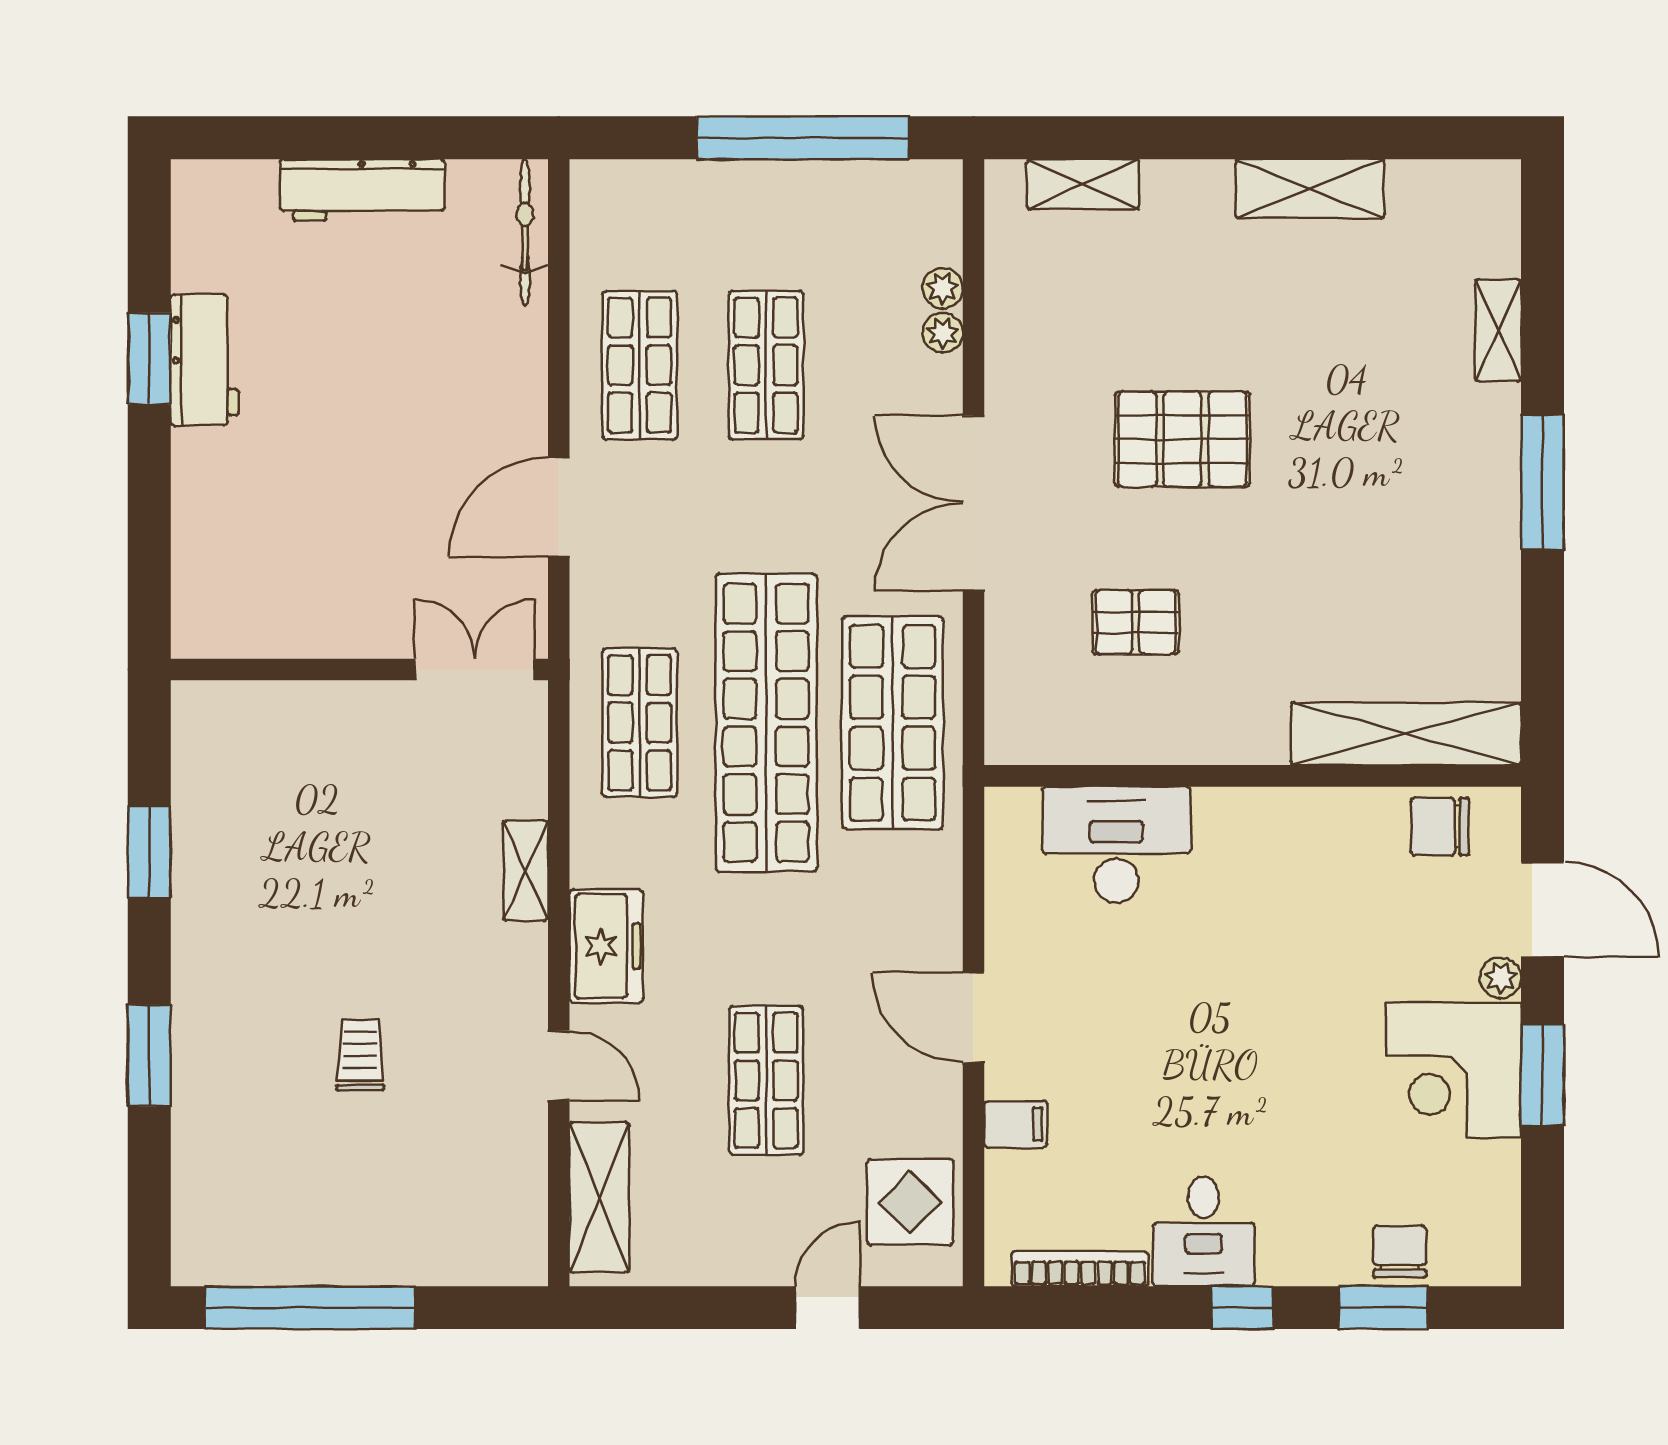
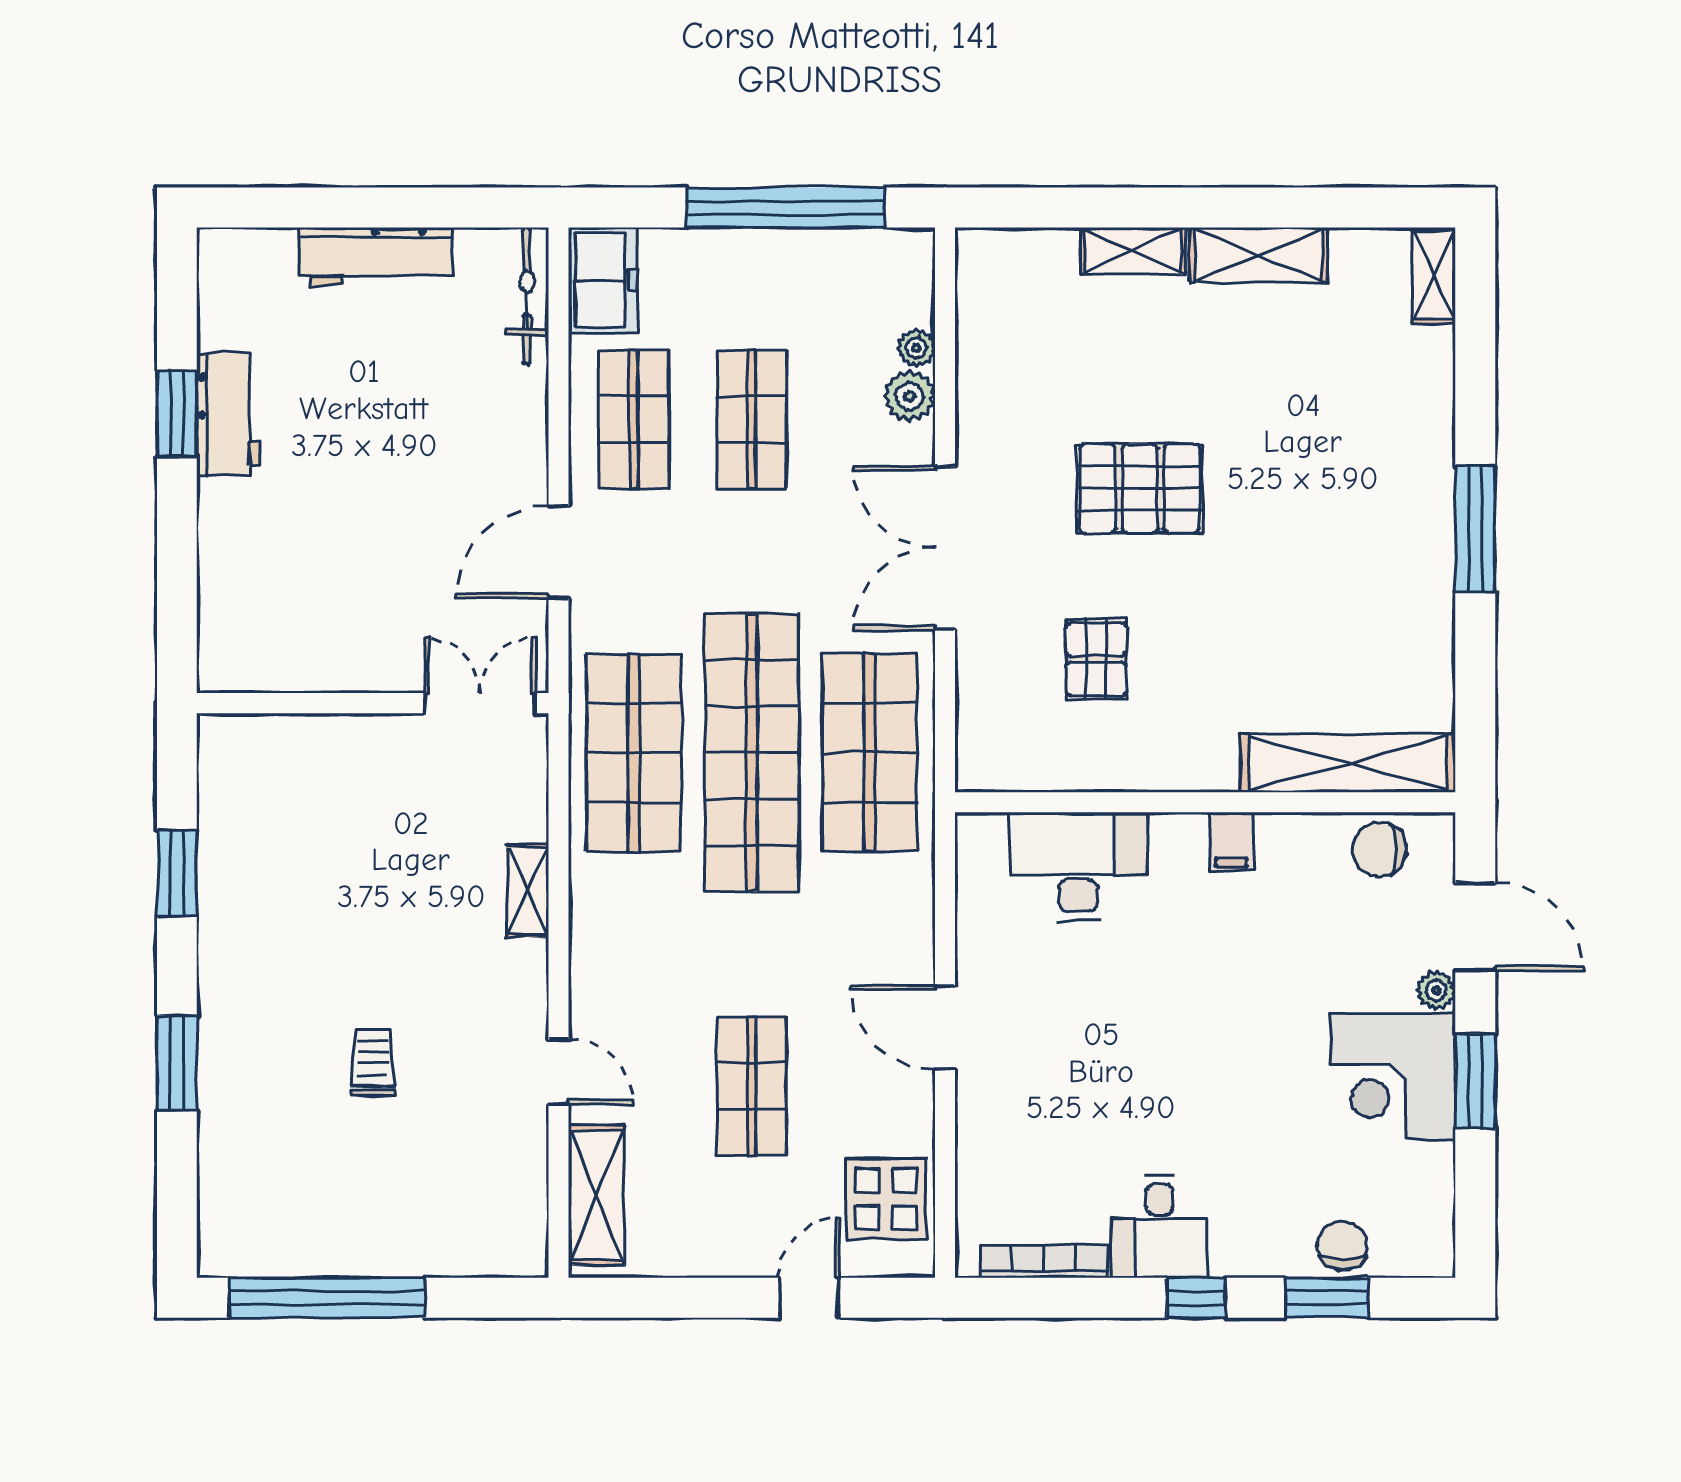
shelving: (1083, 184) -> (1133, 251), moved
shelving: (1498, 330) -> (1434, 275), moved
plant: (943, 333) -> (909, 396), width x1.38, depth x1.38
pallet: (1136, 622) -> (1096, 659), turned 90
shop shelf: (640, 723) -> (634, 753), width x1.43, depth x1.36
freezer: (606, 946) -> (603, 280), moved
filing cabinet: (1016, 1124) -> (1231, 842), moved, turned 90

